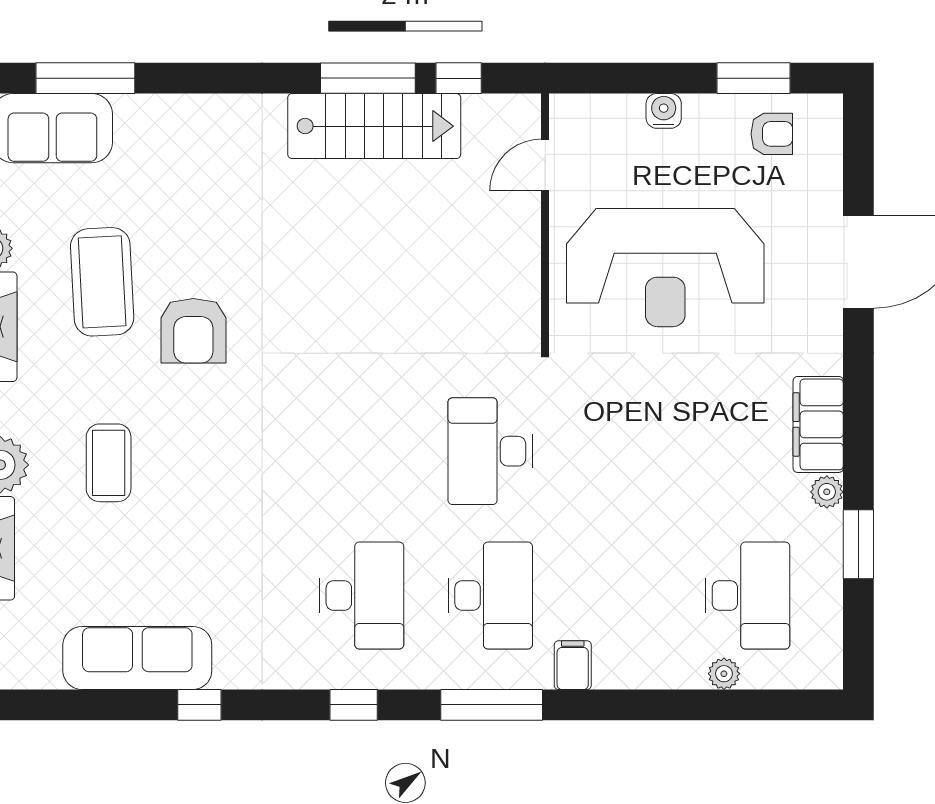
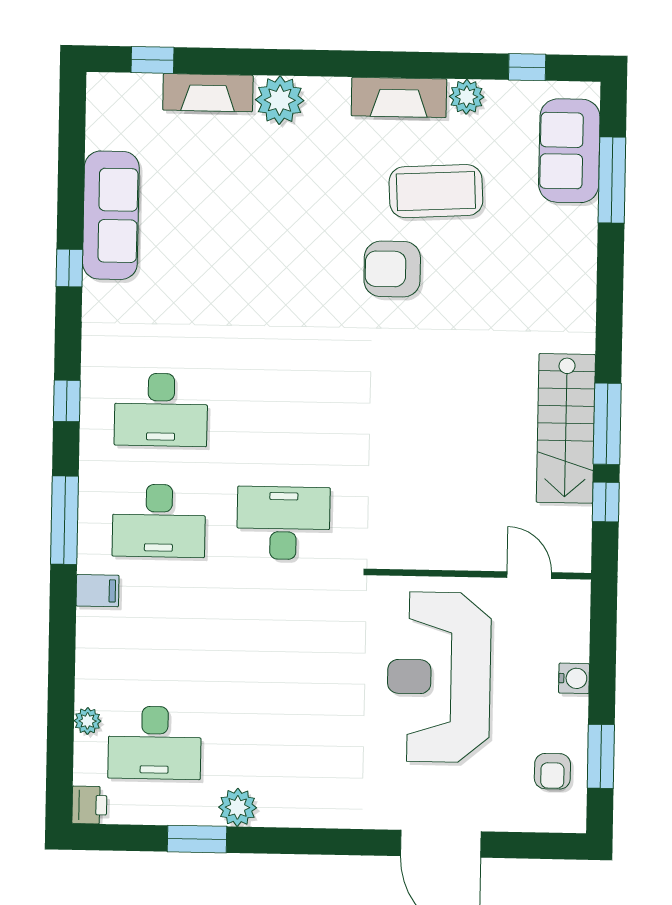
filing cabinet: (818, 424) -> (301, 806), removed
coffee table: (109, 463) -> (280, 194), removed
plant: (827, 492) -> (238, 807), width x1.38, depth x1.38
printer: (821, 670) -> (89, 805), added

